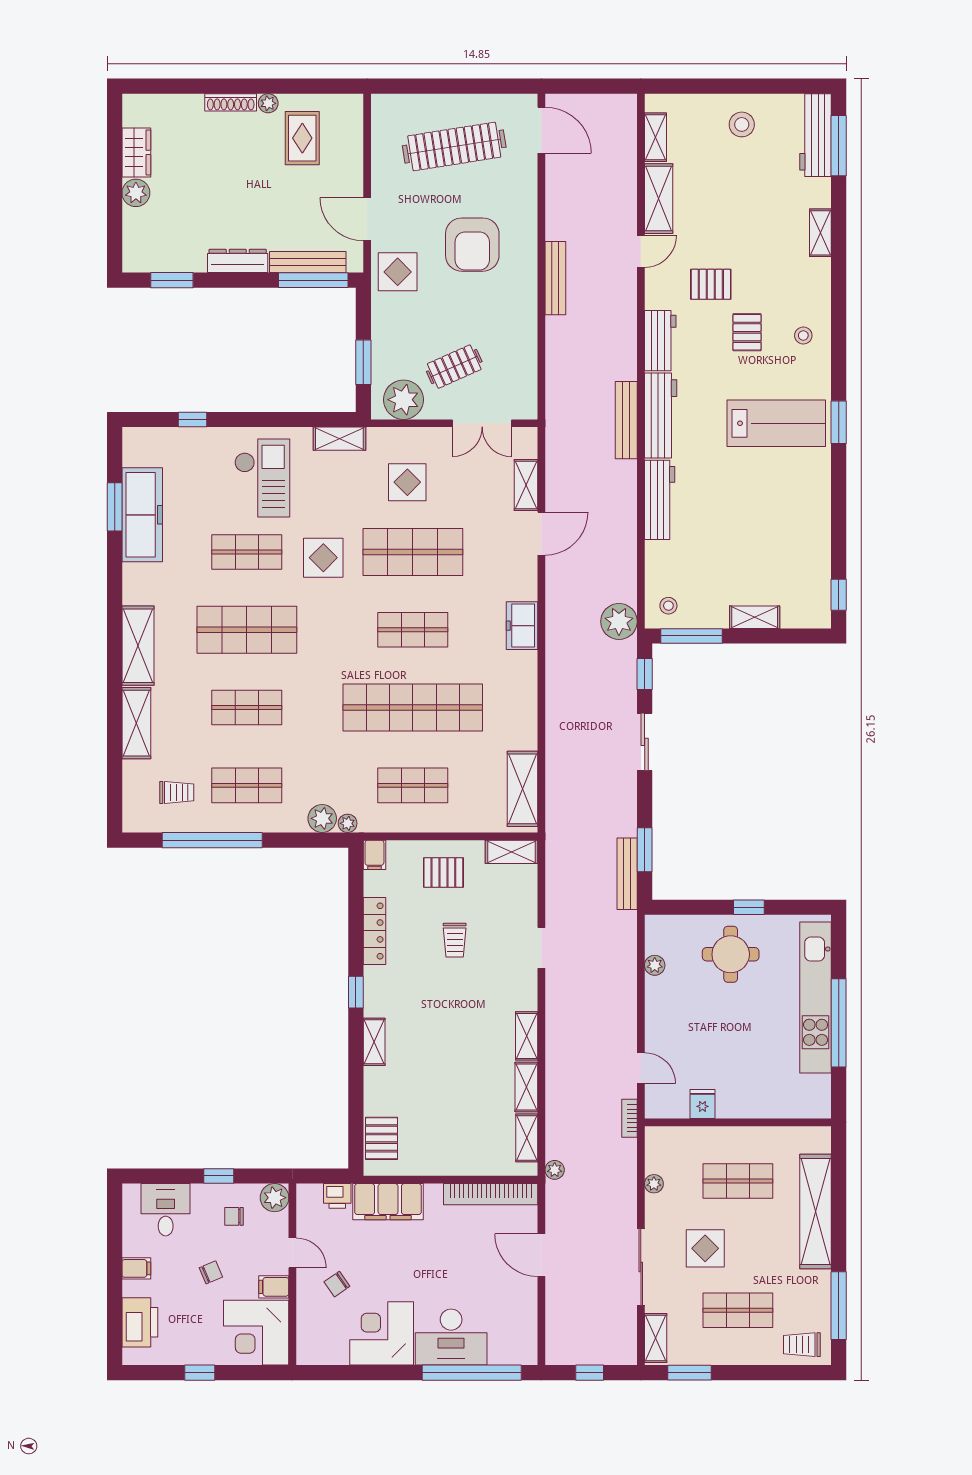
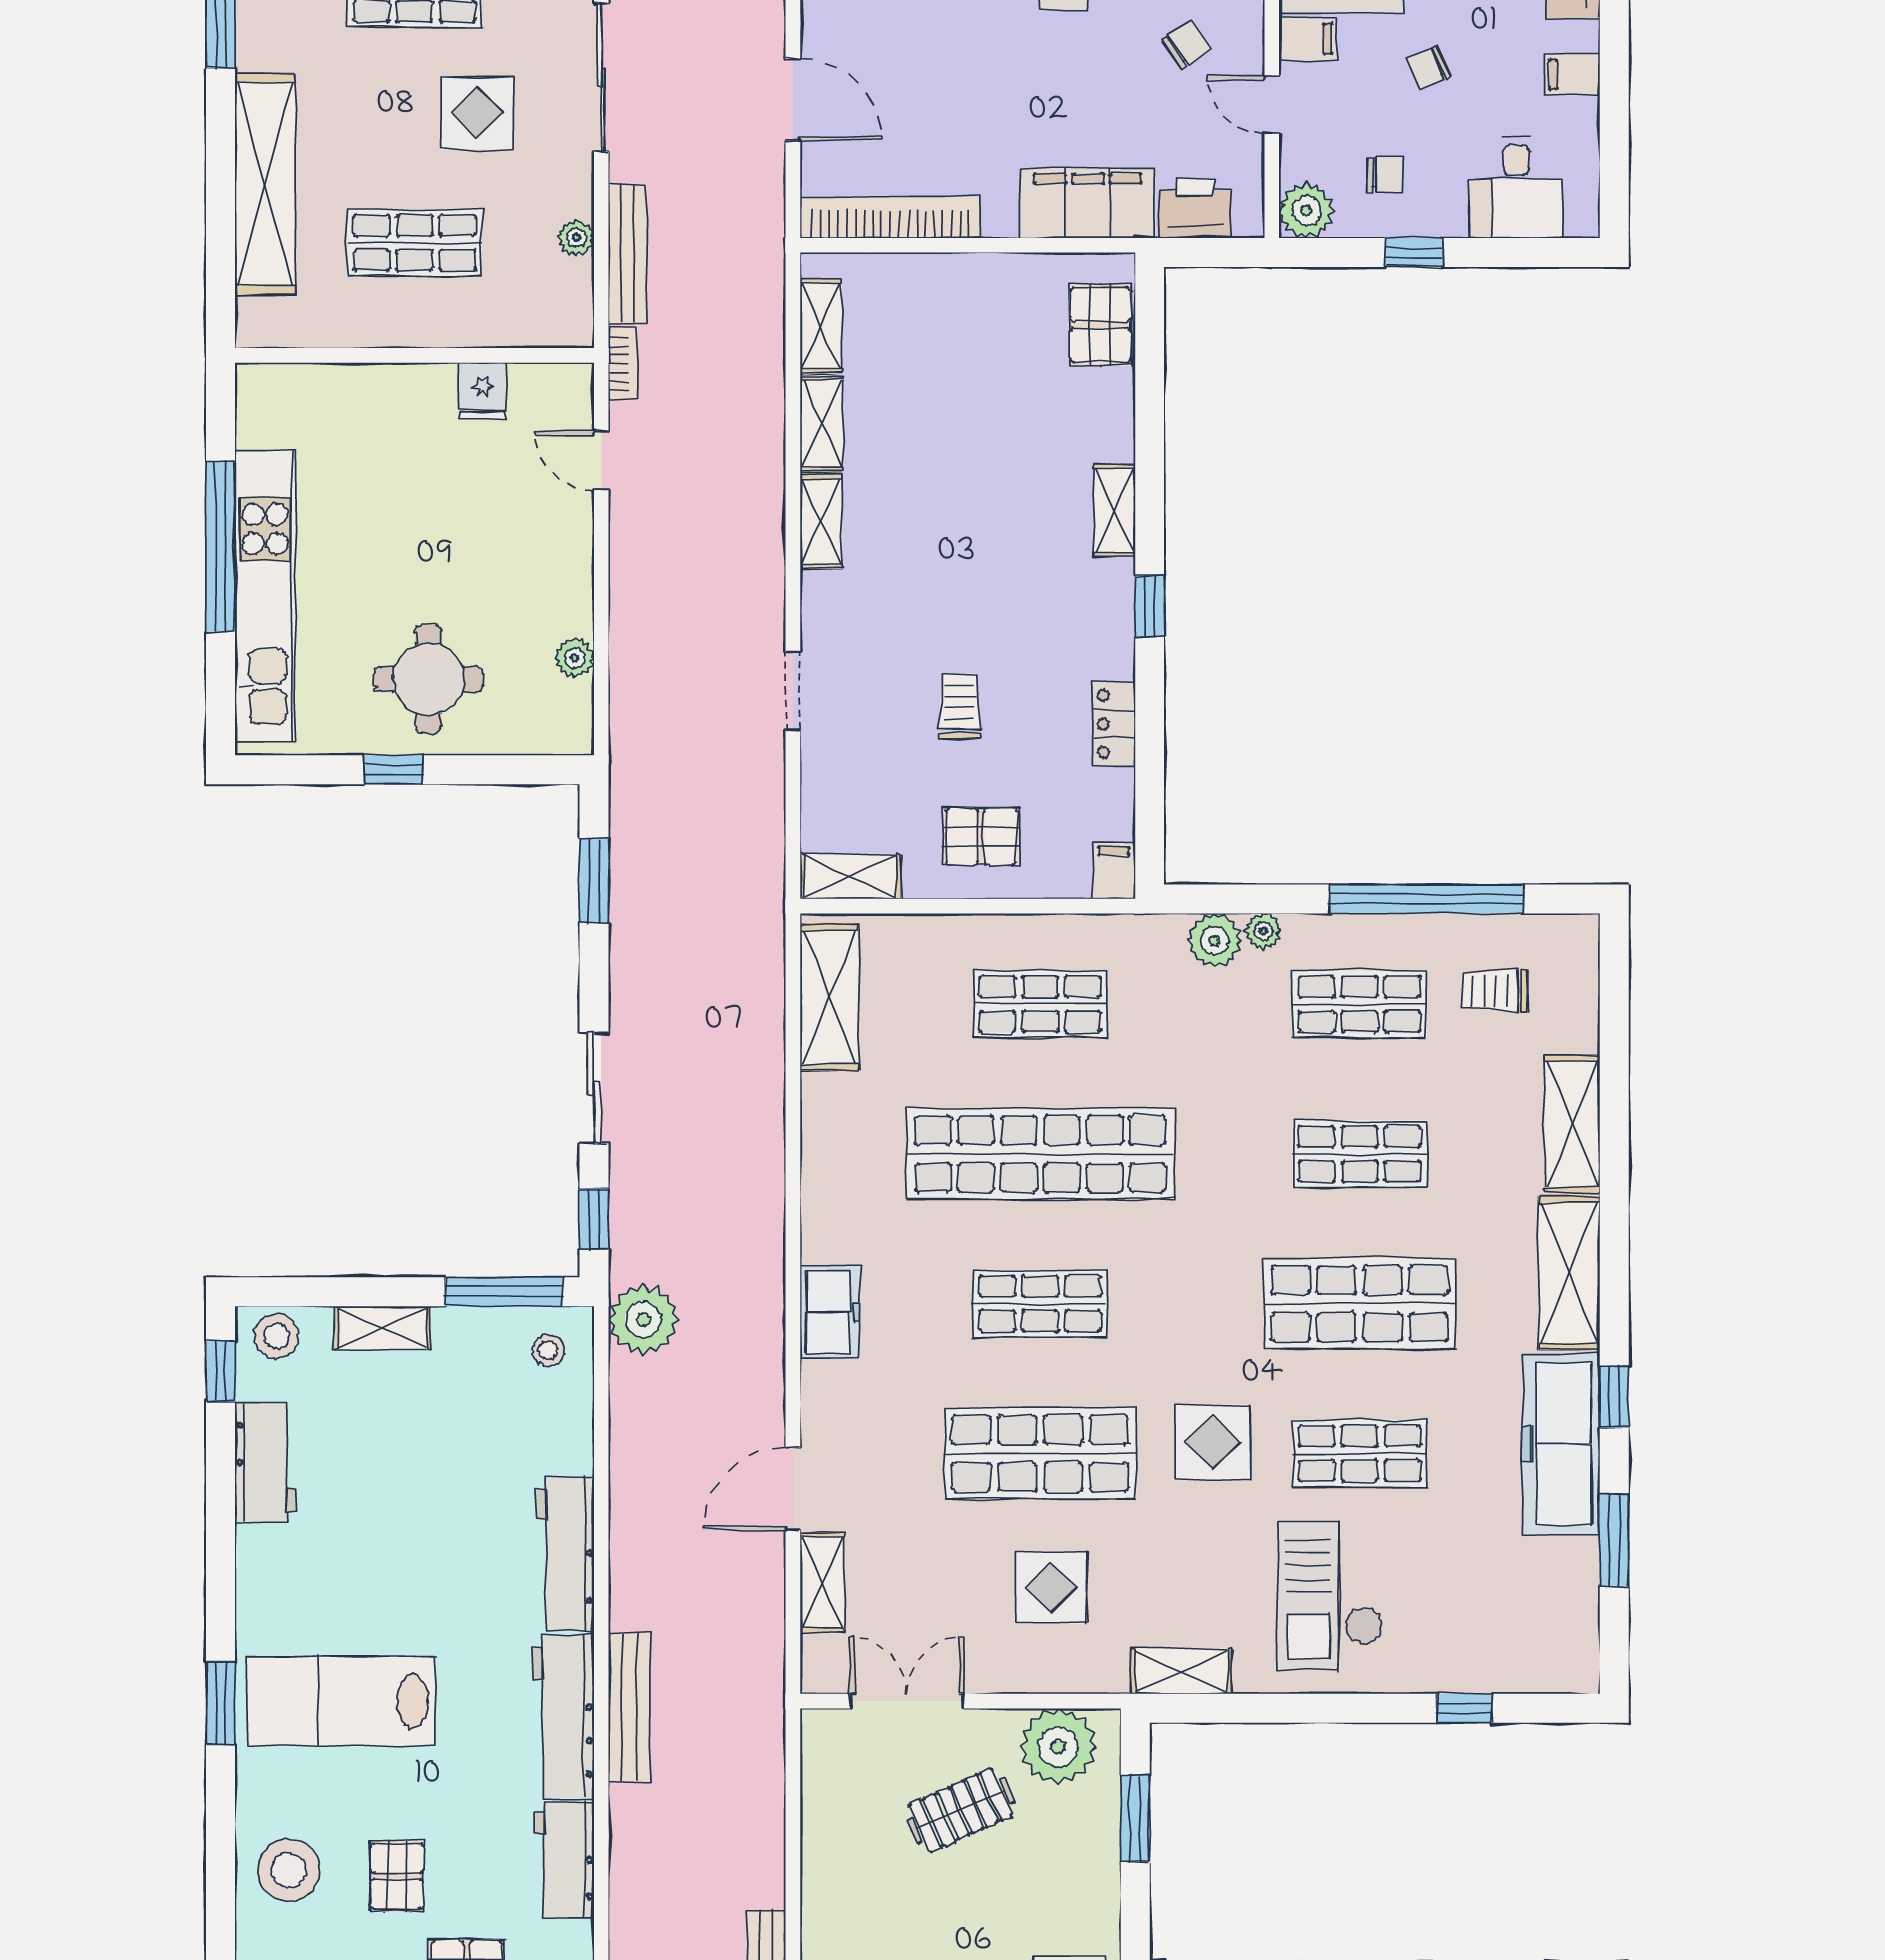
stool: (803, 335) -> (289, 1870), width x1.89, depth x1.89
freezer: (142, 515) -> (1561, 1444), moved
workbench: (815, 548) -> (266, 1462), added
window: (115, 581) -> (1614, 1397), added
stool: (810, 613) -> (276, 1336), added
plant: (348, 823) -> (1263, 931), moved
bench: (627, 874) -> (628, 254), moved
locker: (375, 931) -> (1114, 724), width x0.66
plant: (555, 1170) -> (767, 264), removed
printer: (337, 1196) -> (1195, 208), width x1.36, depth x1.24

